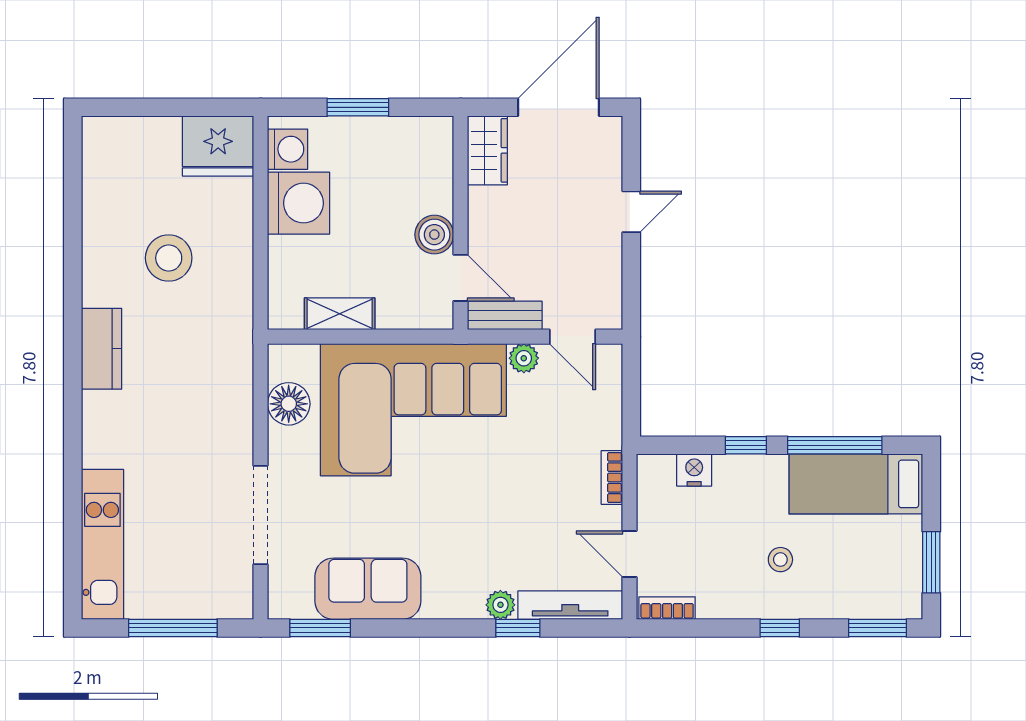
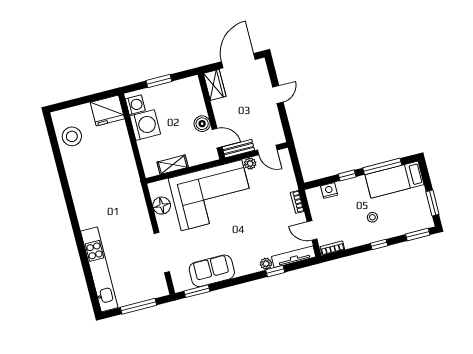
stool: (169, 258) -> (72, 136), moved
kitchen counter: (102, 349) -> (82, 203), removed
kitchen unit: (102, 544) -> (99, 269), width x1.36

